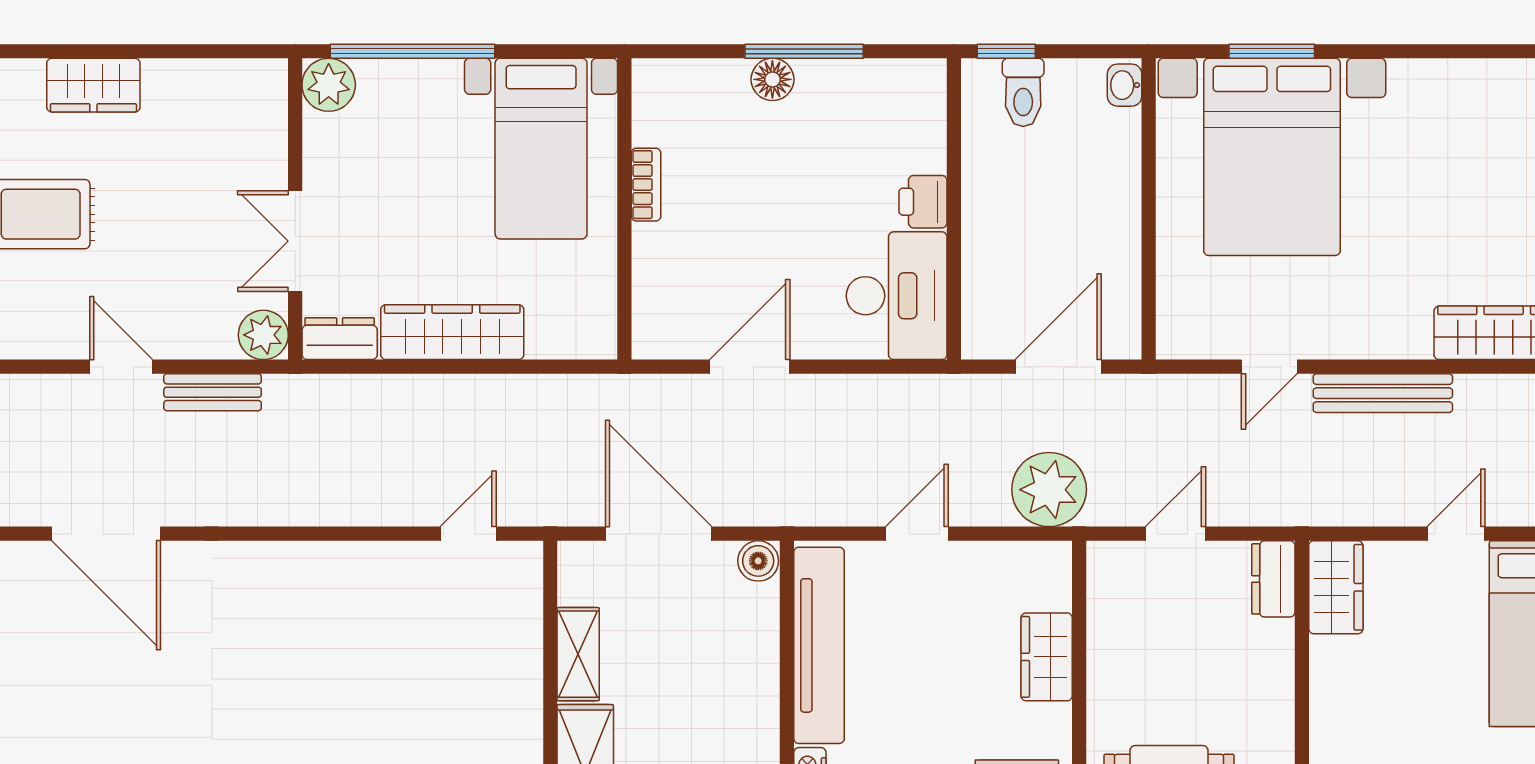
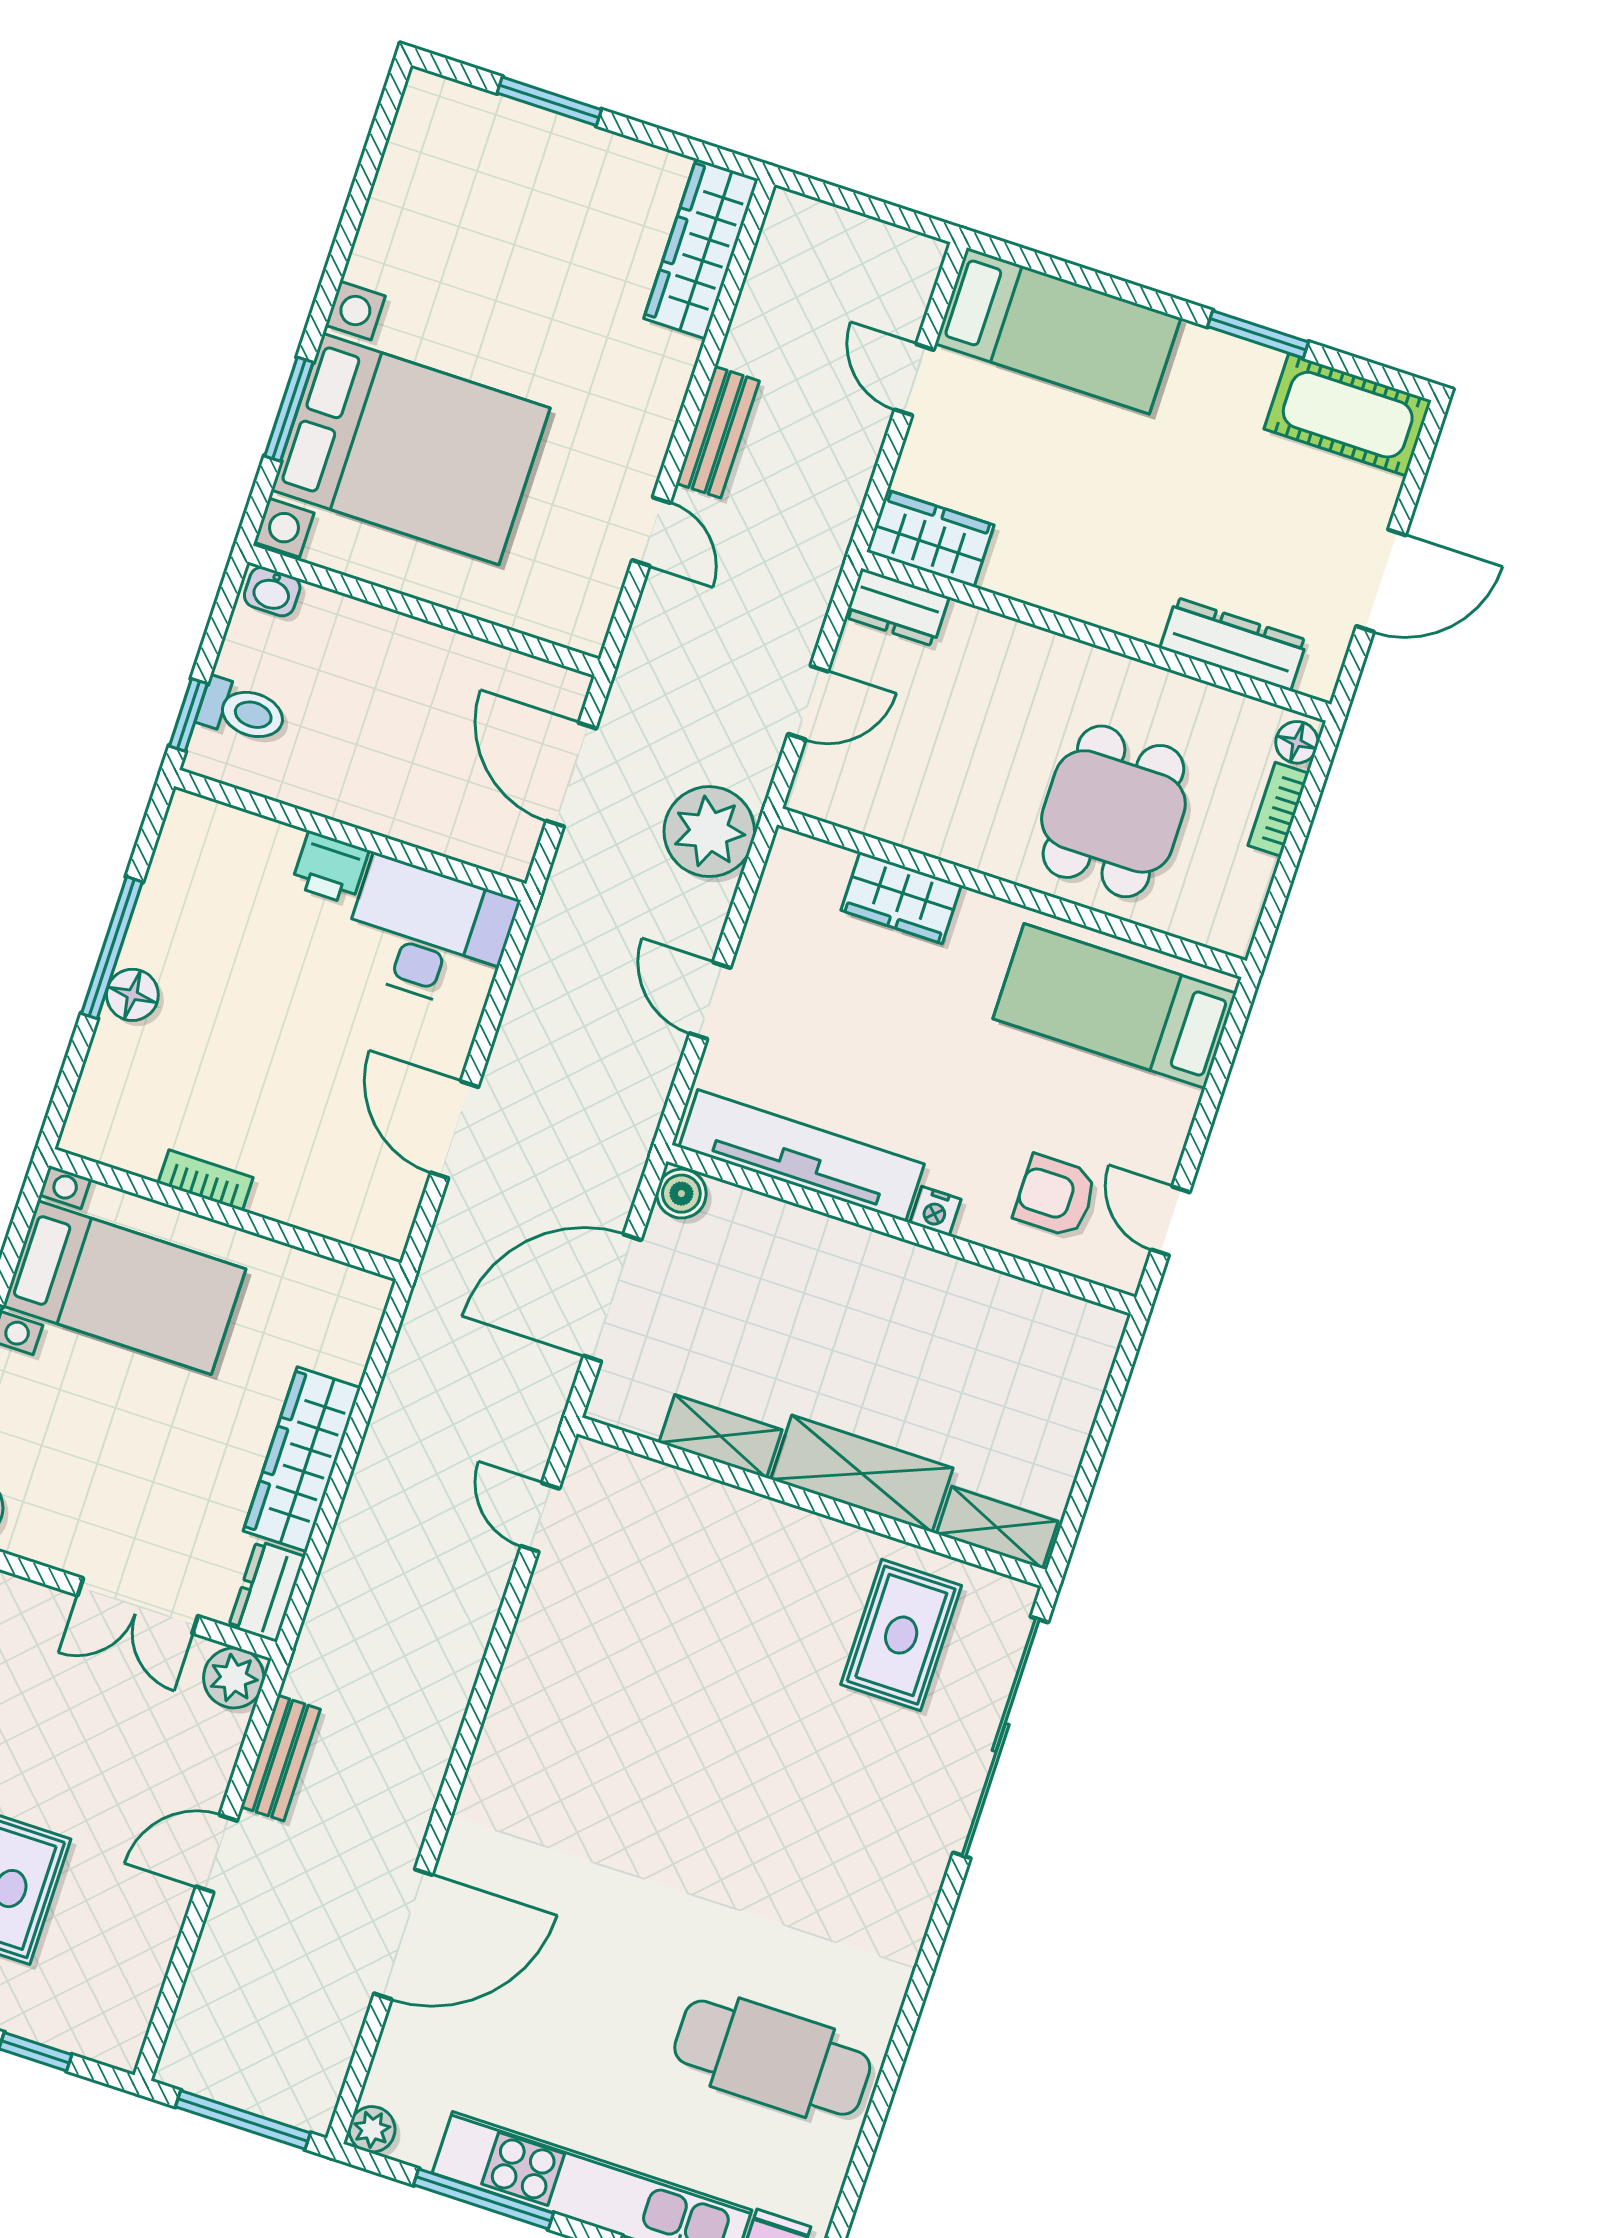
bench: (1383, 393) -> (718, 432), width x0.73
door: (1175, 534) -> (808, 703), swing flipped

